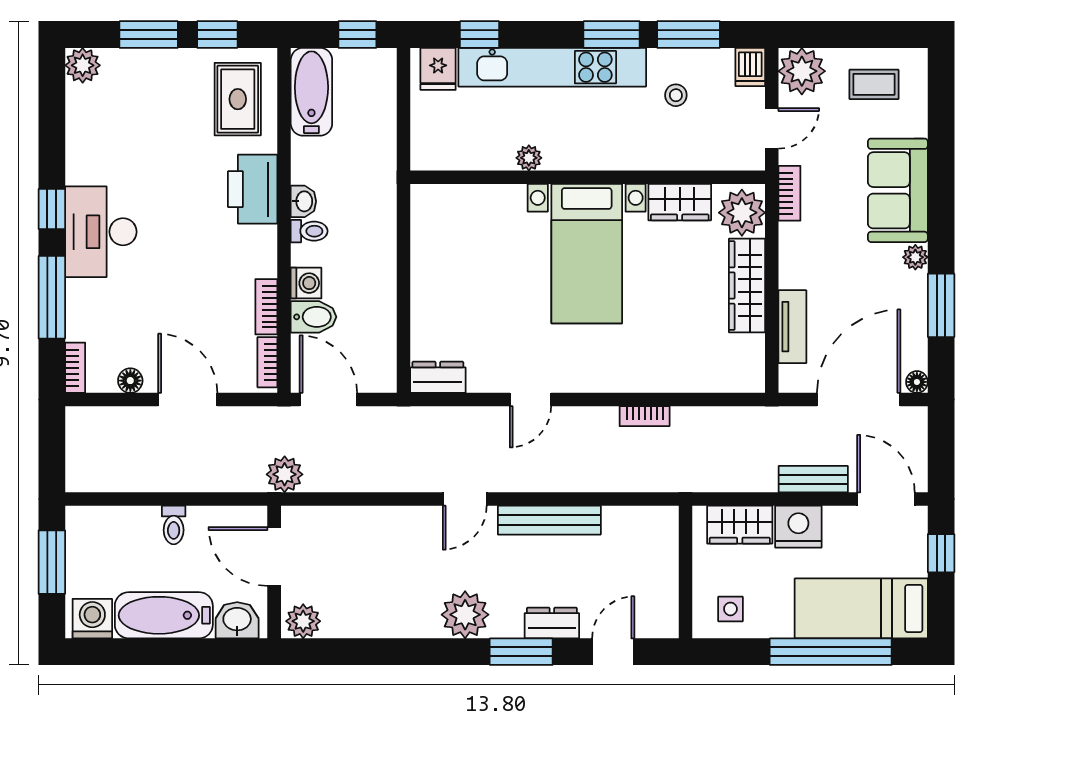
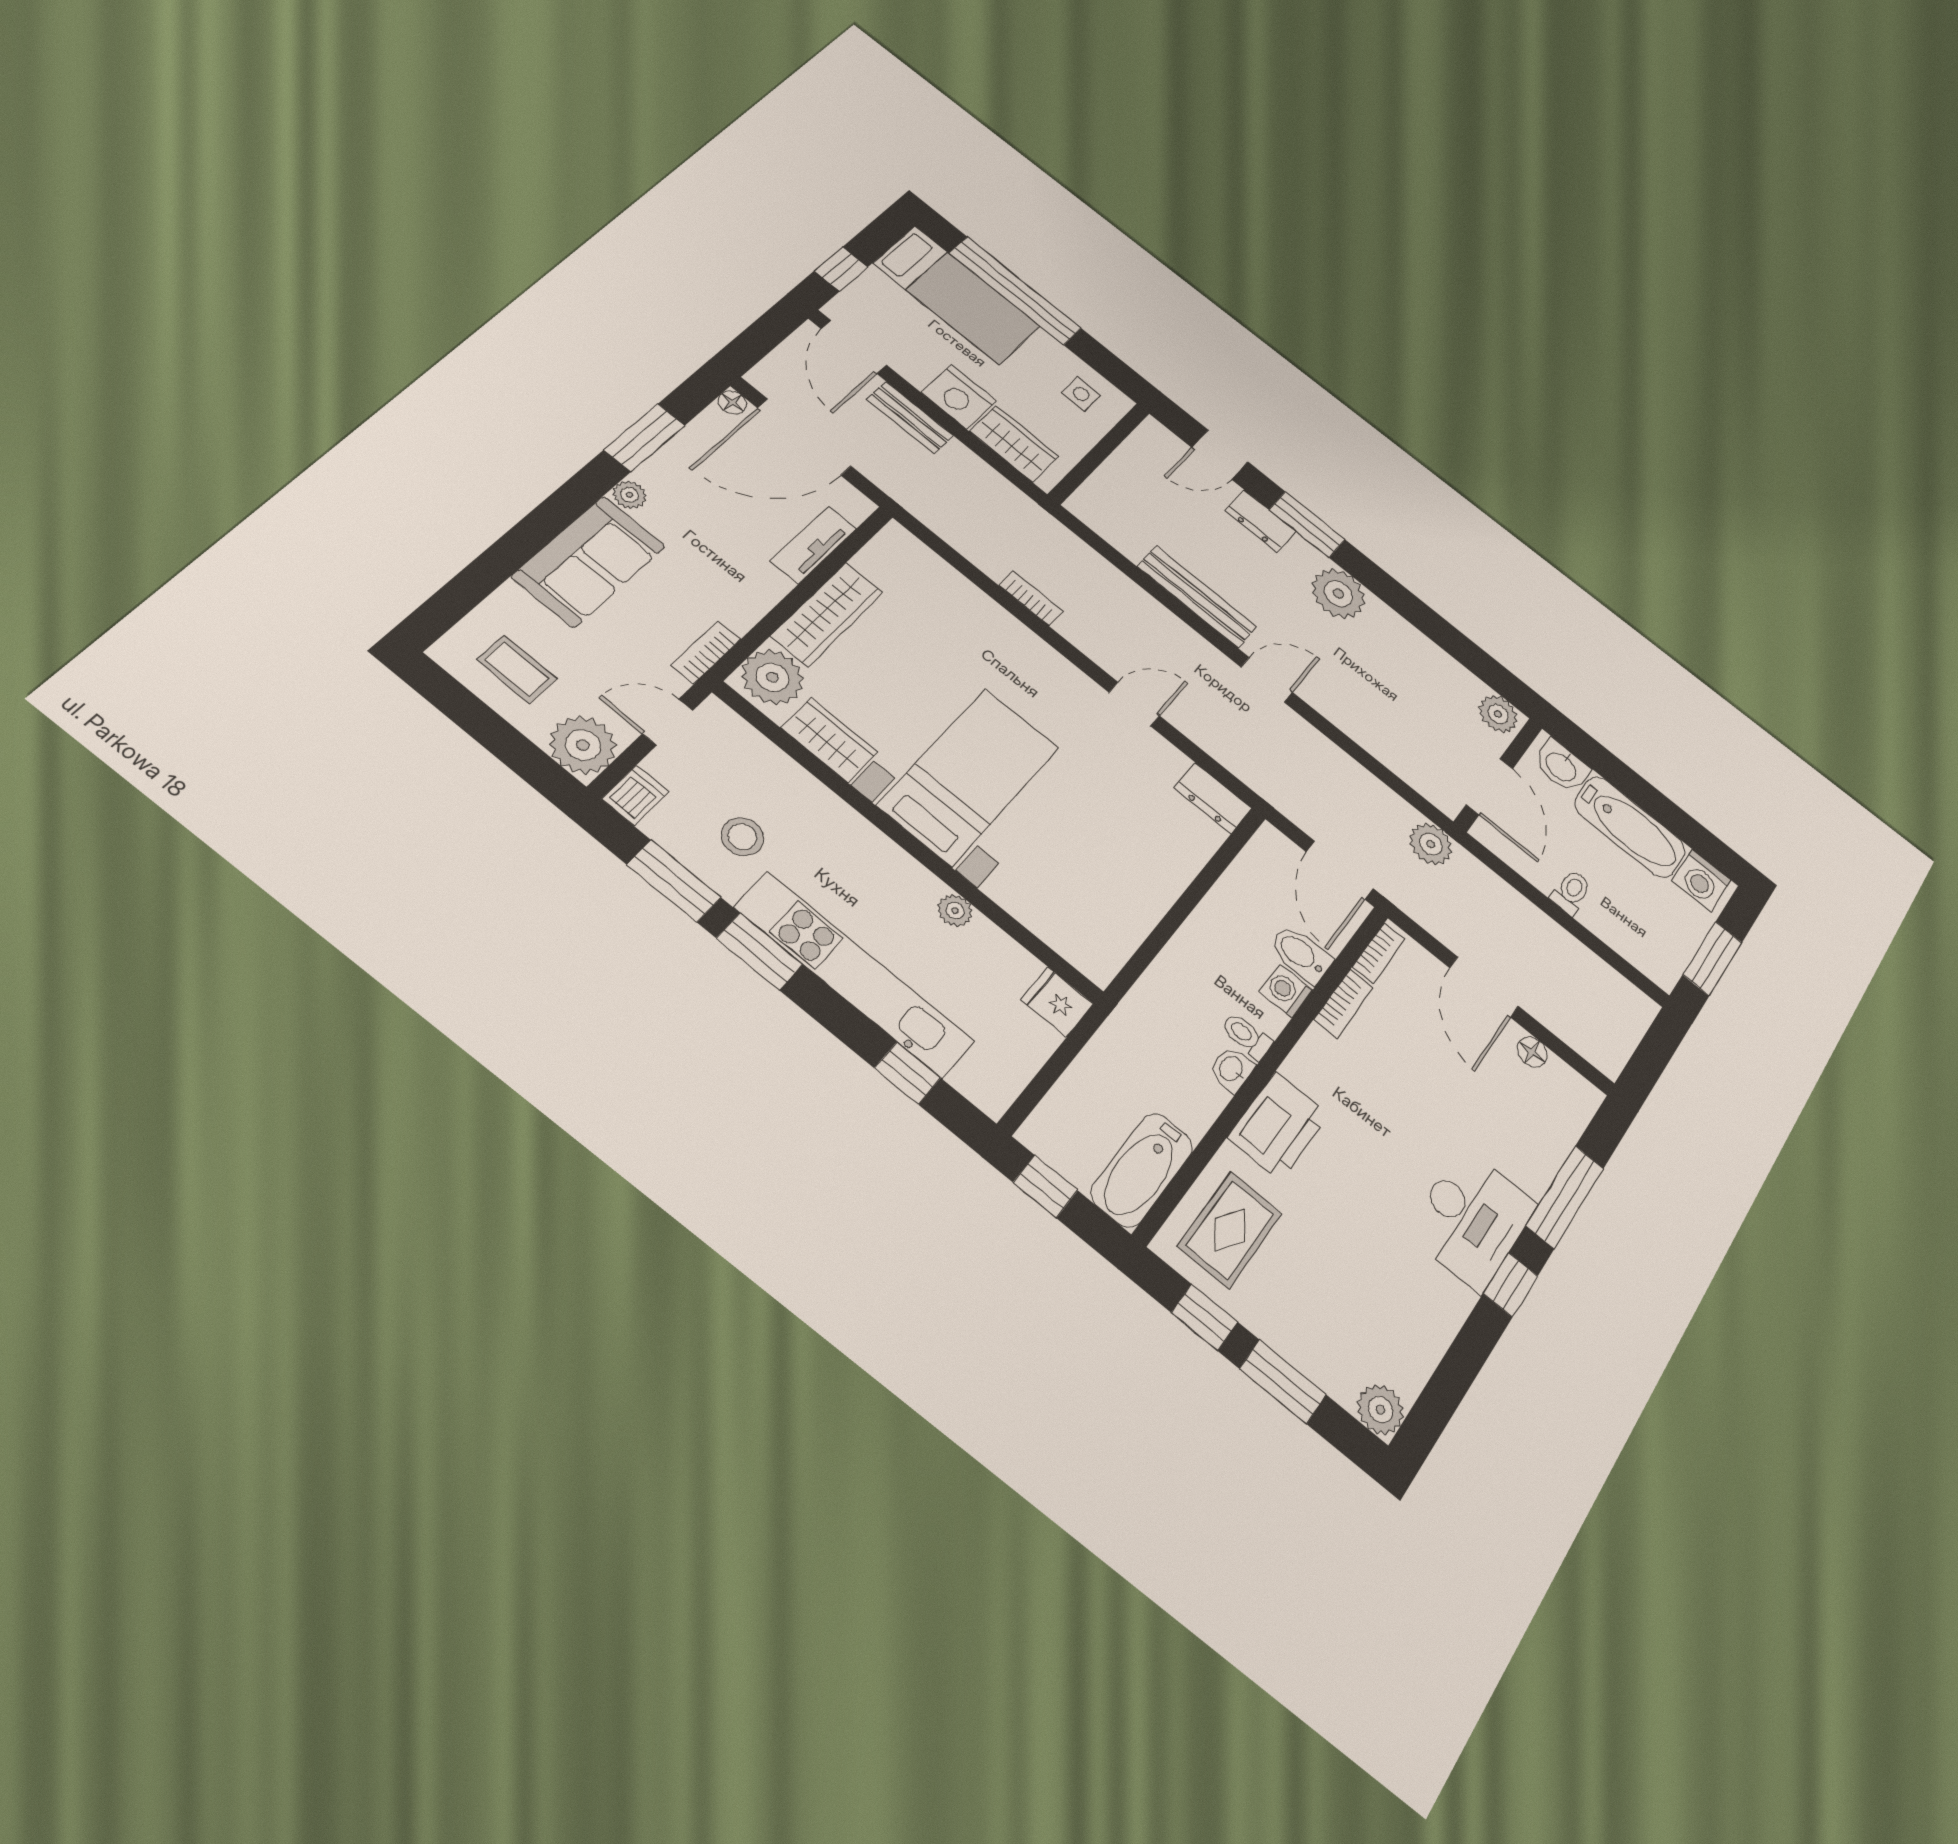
fridge: (438, 69) -> (1057, 1002), moved, turned -90
stool: (676, 95) -> (742, 837), width x1.37, depth x1.37
bookcase: (75, 368) -> (1582, 1110), removed

